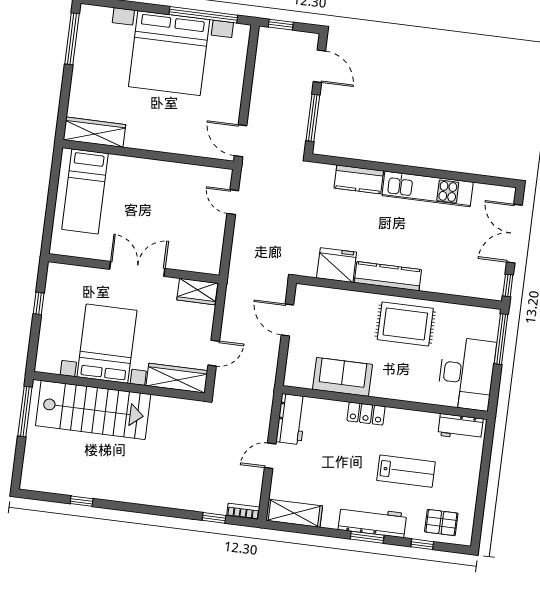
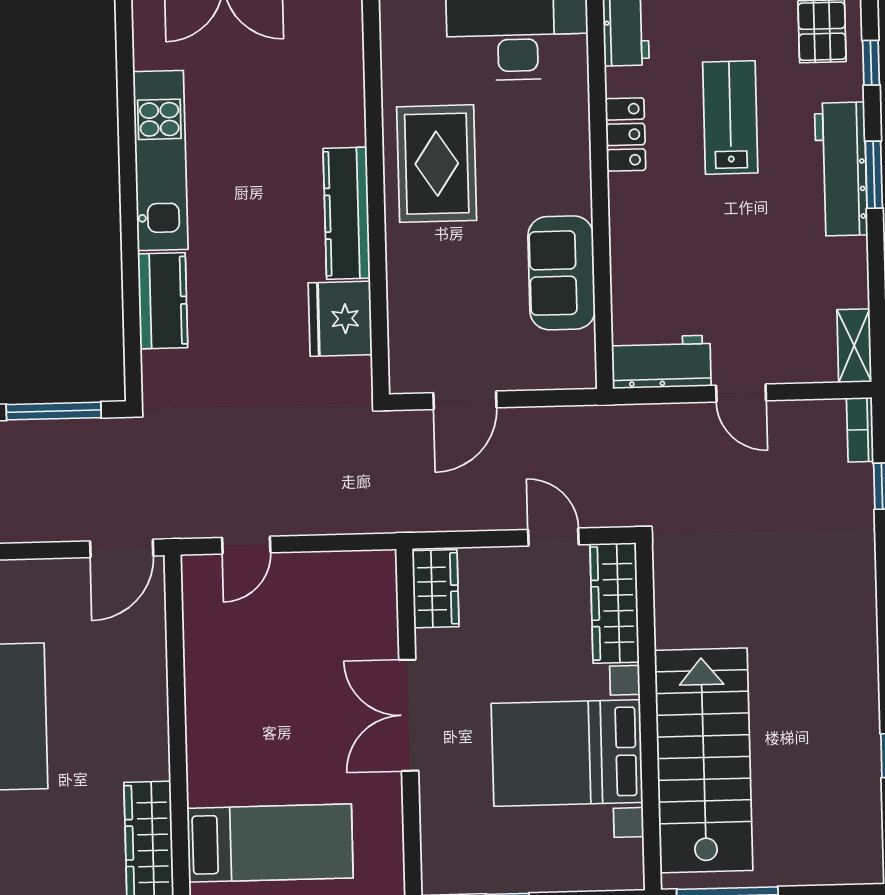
locker: (366, 414) -> (625, 134), moved
shelving: (294, 513) -> (854, 346), width x0.67, depth x0.75

